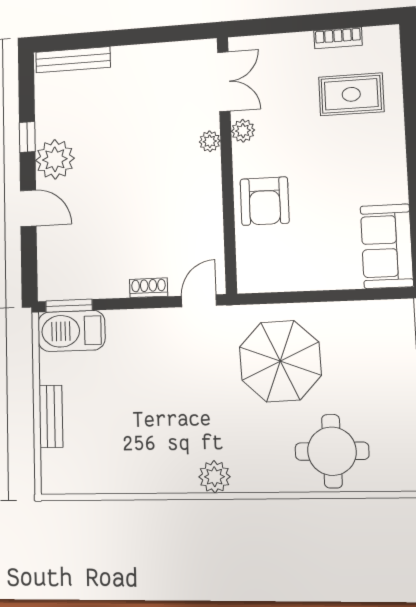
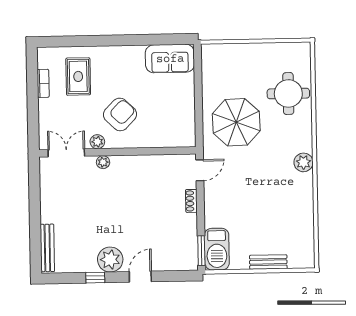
armchair: (265, 201) -> (120, 114), moved, turned -46
door: (199, 301) -> (200, 170), swing flipped

